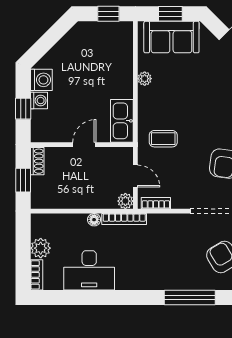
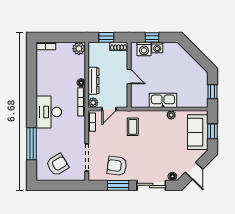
washing machine: (41, 80) -> (144, 49), moved
kitchen sink: (122, 121) -> (163, 100), moved
dresser: (91, 200) -> (93, 81), added
plant: (41, 248) -> (79, 49), moved
desk: (89, 270) -> (49, 112), moved

